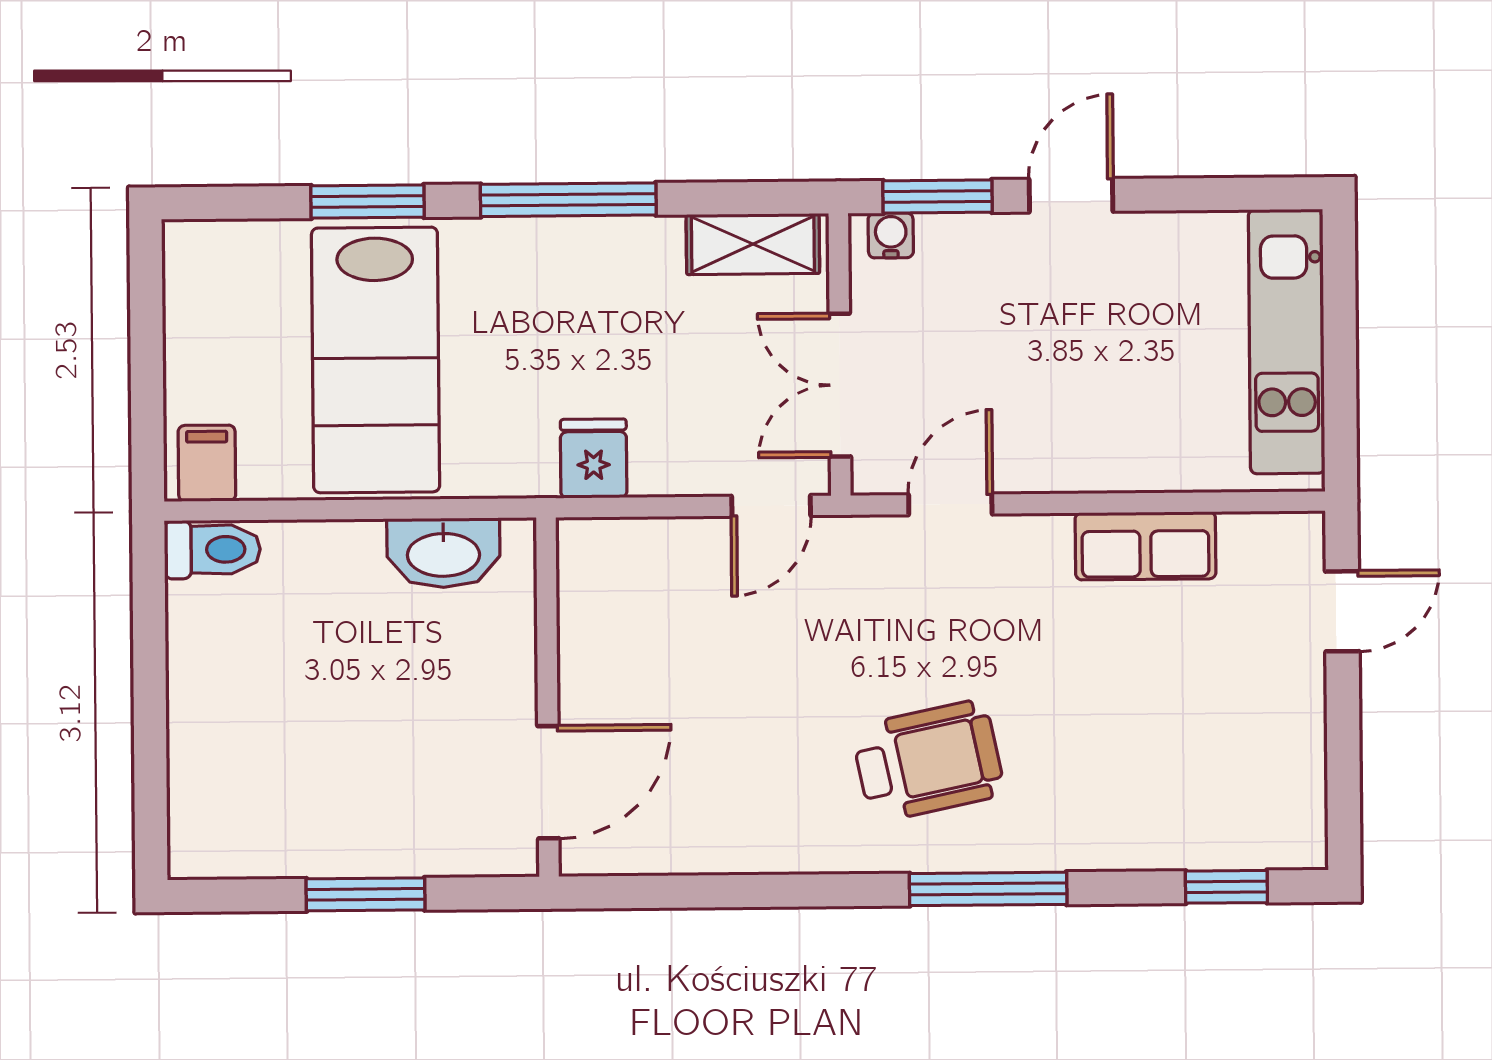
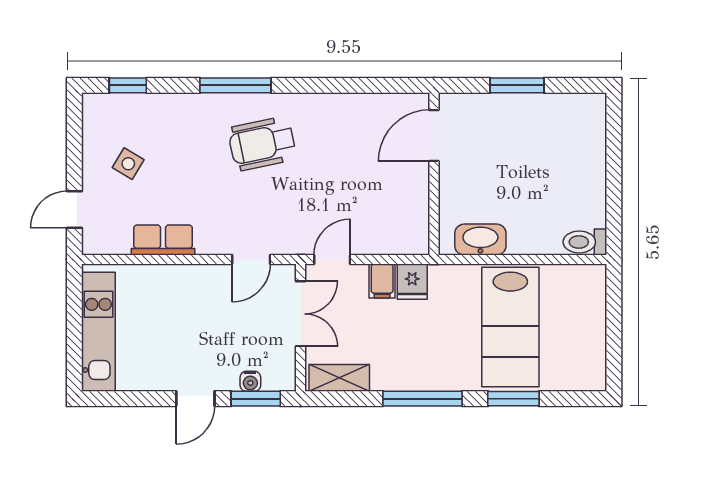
water cooler: (891, 235) -> (250, 381), moved
lab bench: (376, 360) -> (510, 327), turned 180
filing cabinet: (207, 463) -> (382, 281), moved
side table: (1224, 714) -> (128, 164), added

